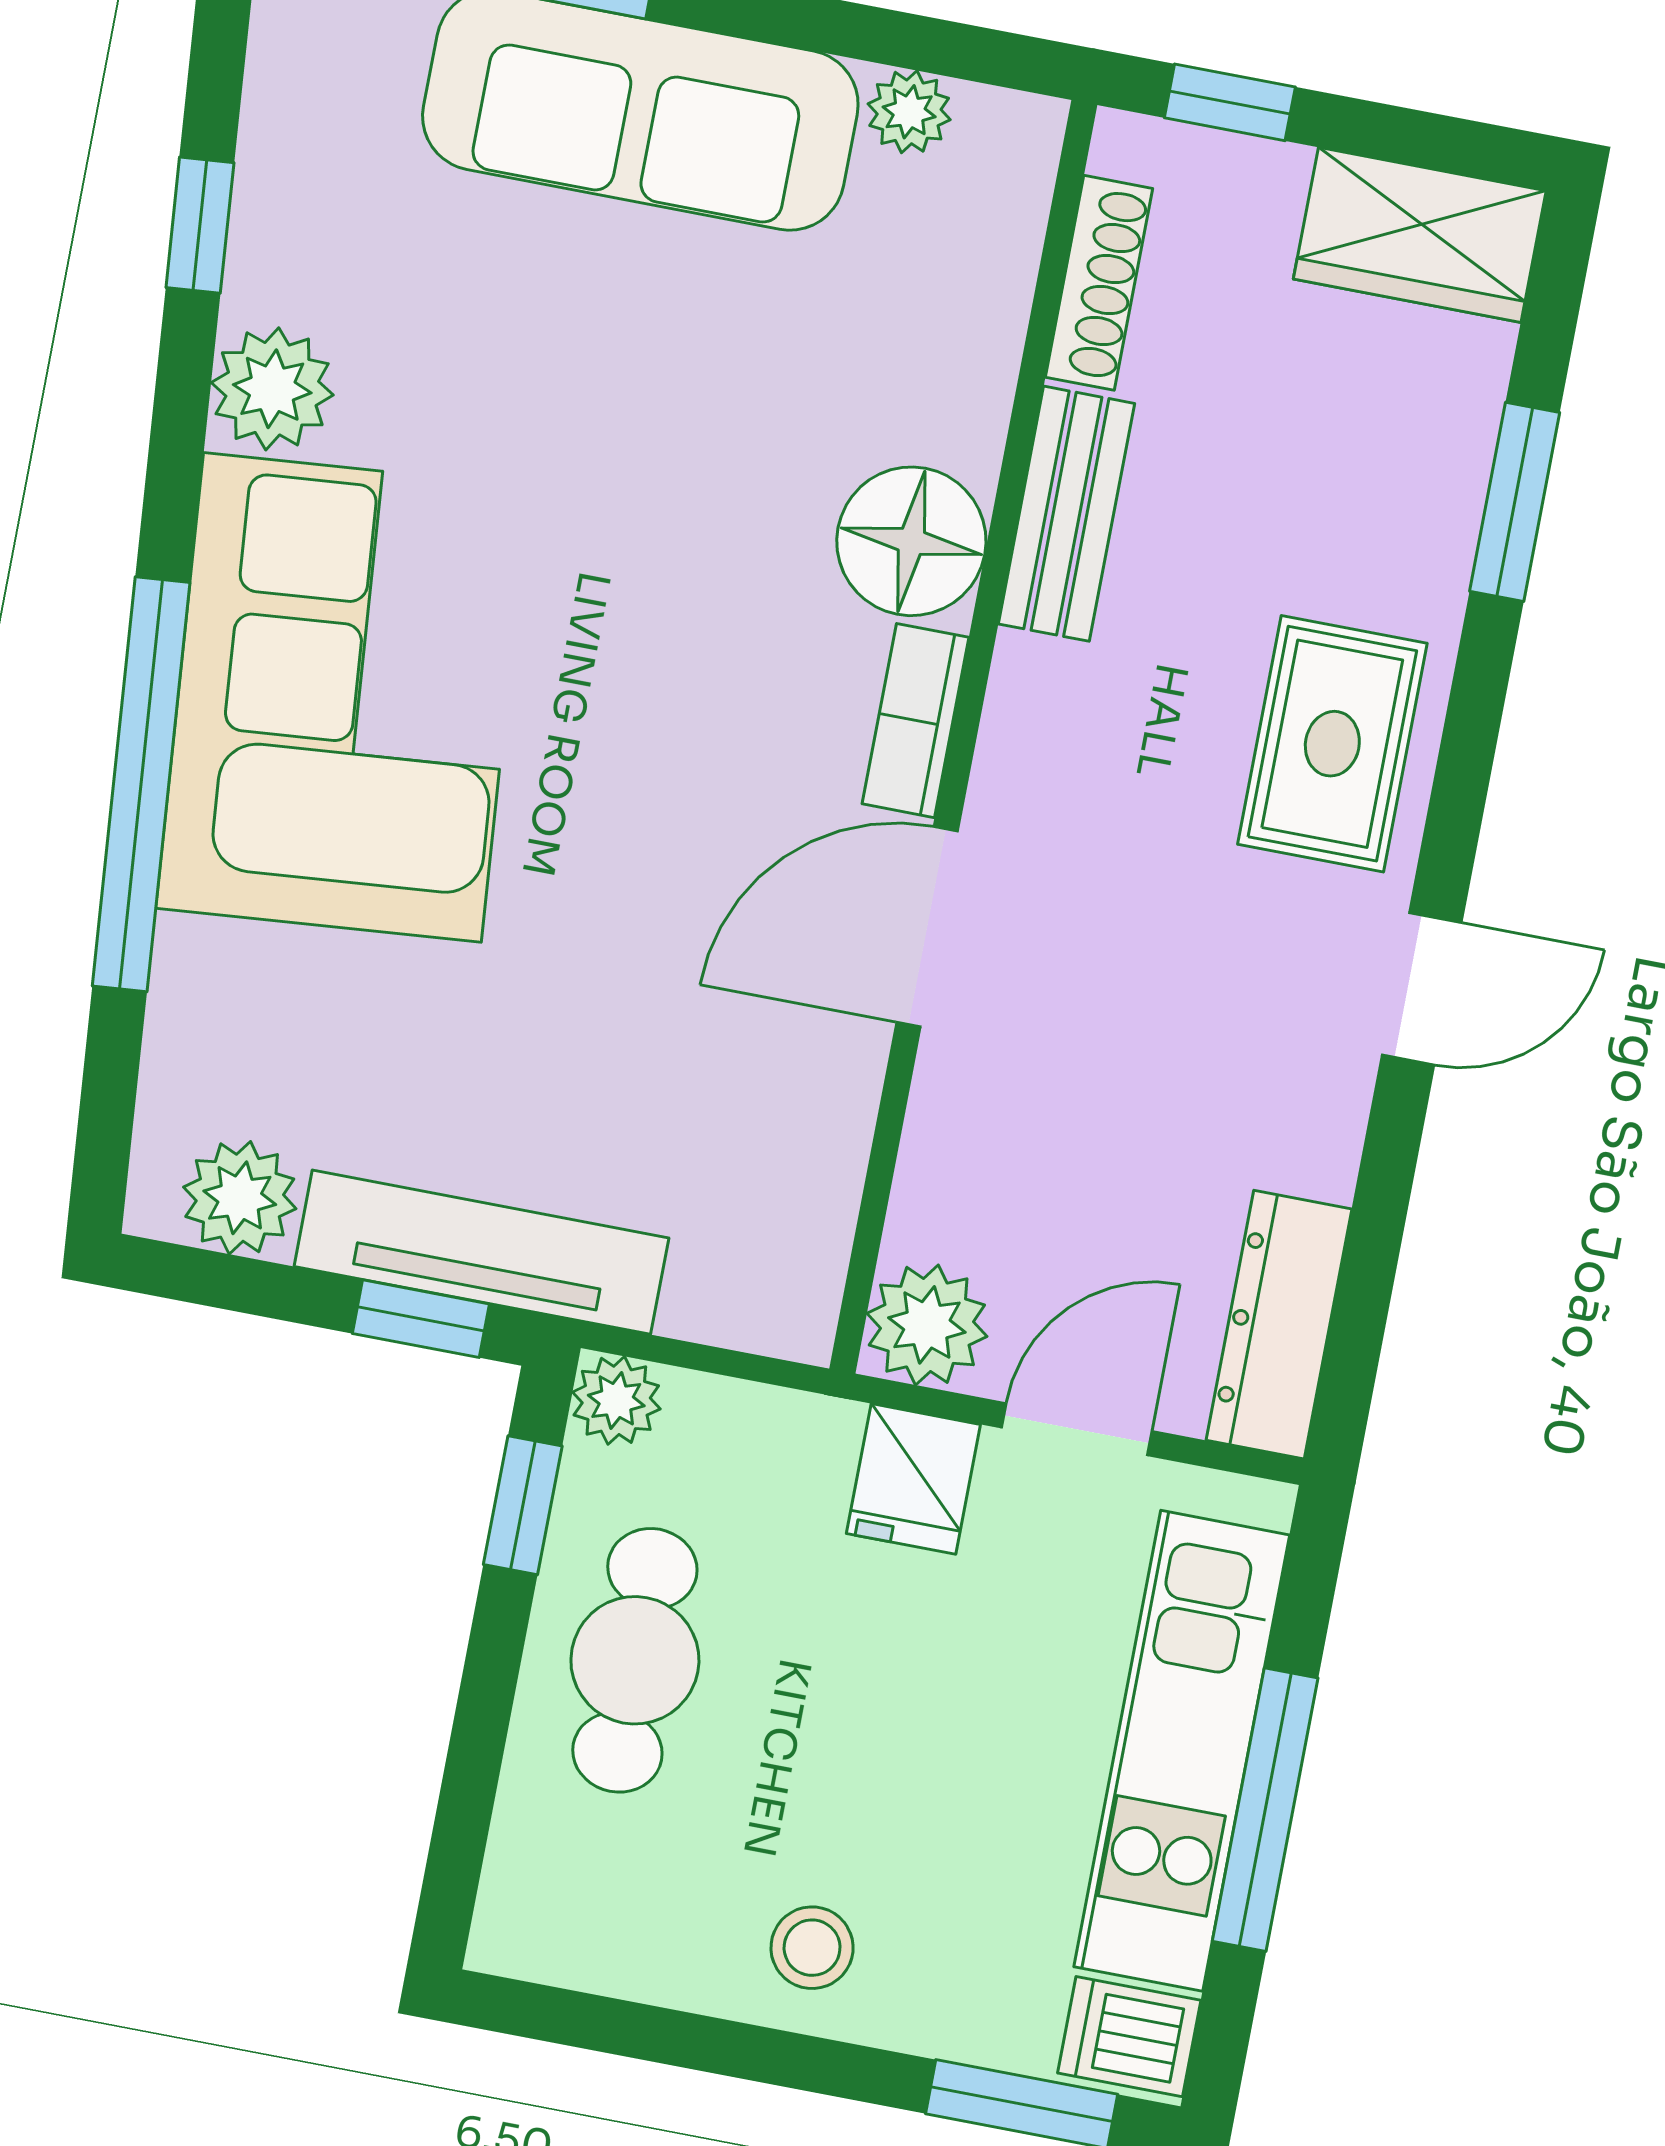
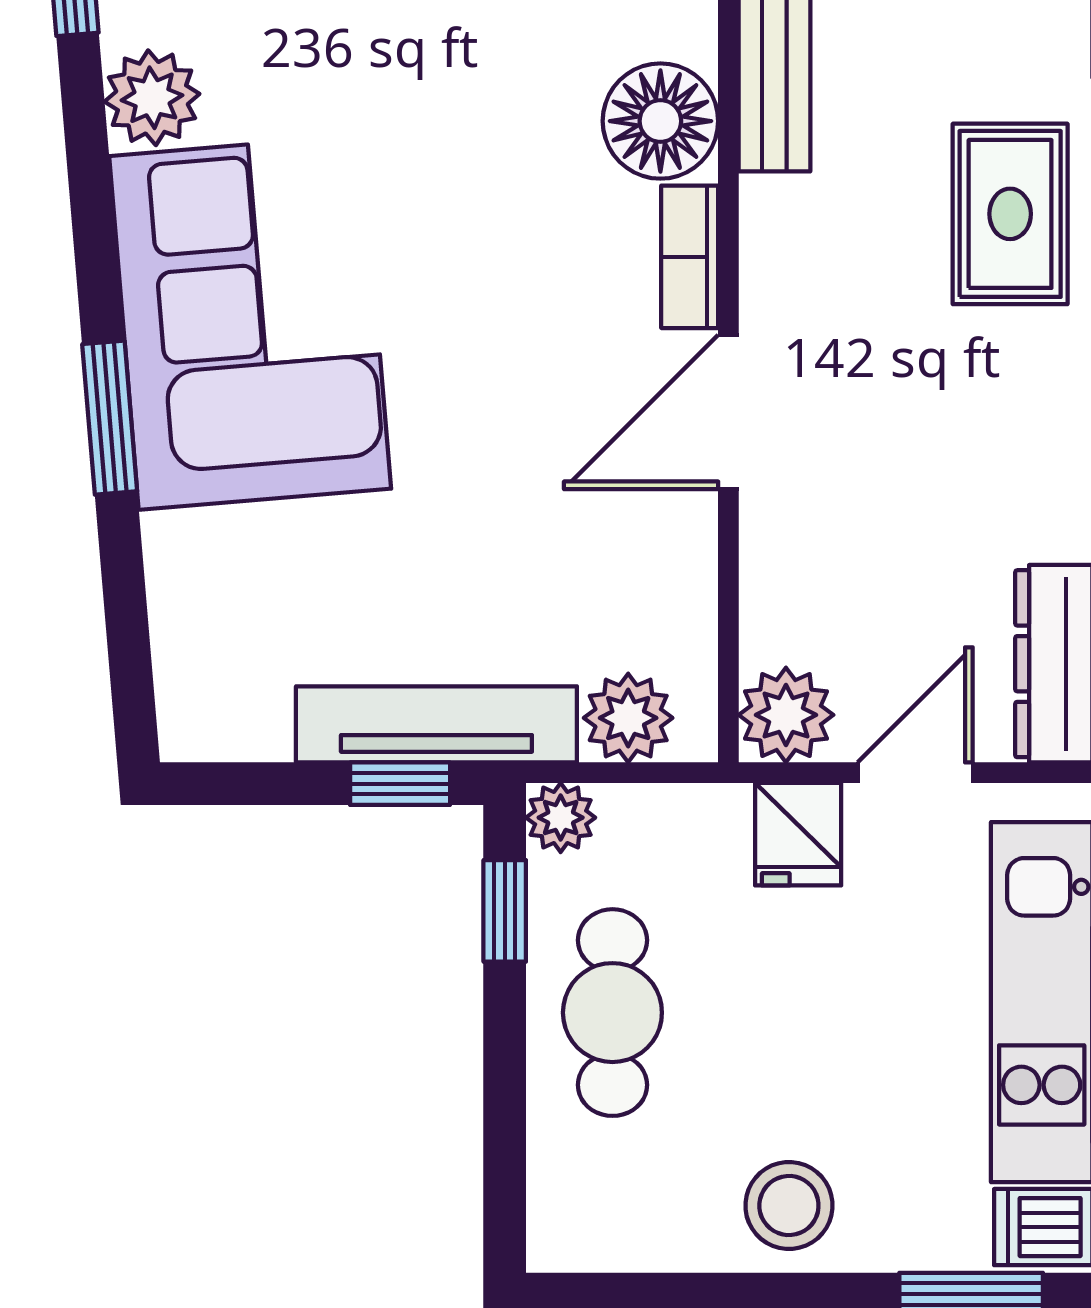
window: (141, 784) -> (110, 418), width x0.47
plant: (240, 1198) -> (628, 718), moved
stool: (812, 1948) -> (789, 1206), width x1.37, depth x1.37

